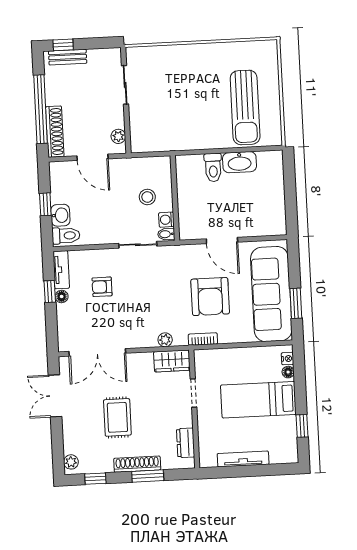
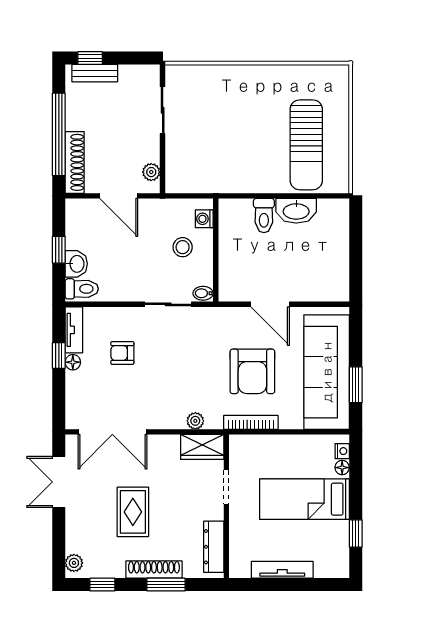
washing machine: (166, 220) -> (204, 219), moved
bookcase: (203, 339) -> (251, 422), width x1.56
dresser: (186, 443) -> (214, 547), width x1.44

